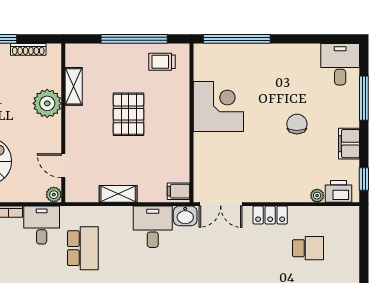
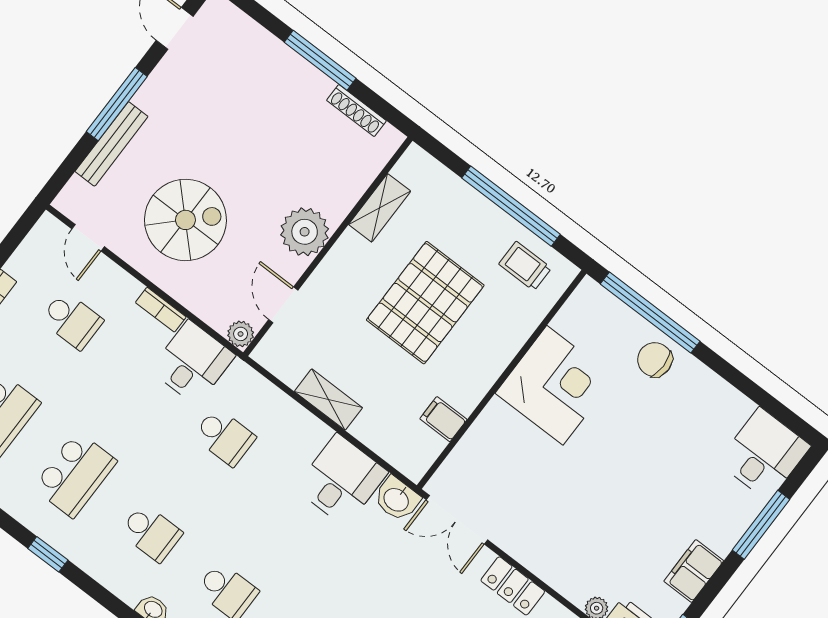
plant: (47, 103) -> (305, 232), moved
pallet: (129, 114) -> (425, 303), width x1.37, depth x1.41
chair: (297, 124) -> (655, 360), moved, turned -90
filing cabinet: (179, 191) -> (443, 419), moved
school desk: (83, 248) -> (224, 437), width x0.54

